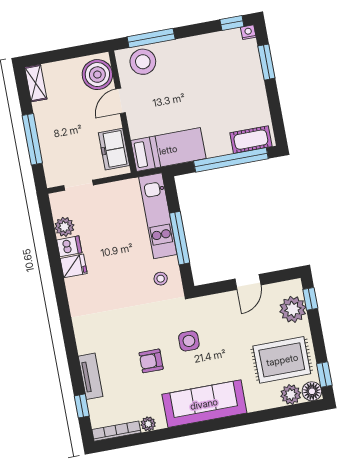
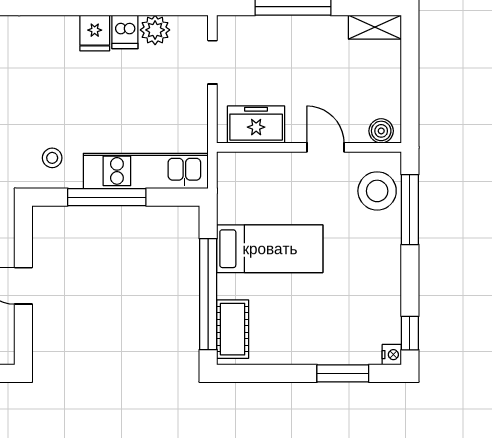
boiler: (97, 75) -> (381, 131), width x0.54, depth x0.54
bed: (168, 150) -> (270, 249), moved, turned -90

